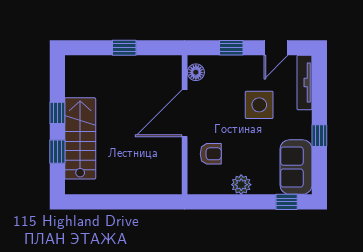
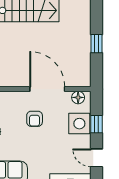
side table: (259, 105) -> (79, 124), moved
armchair: (211, 154) -> (35, 119), moved

